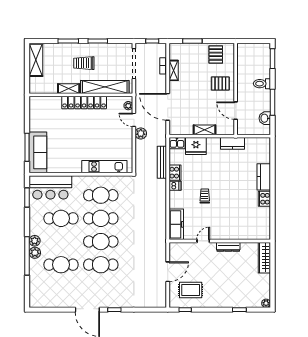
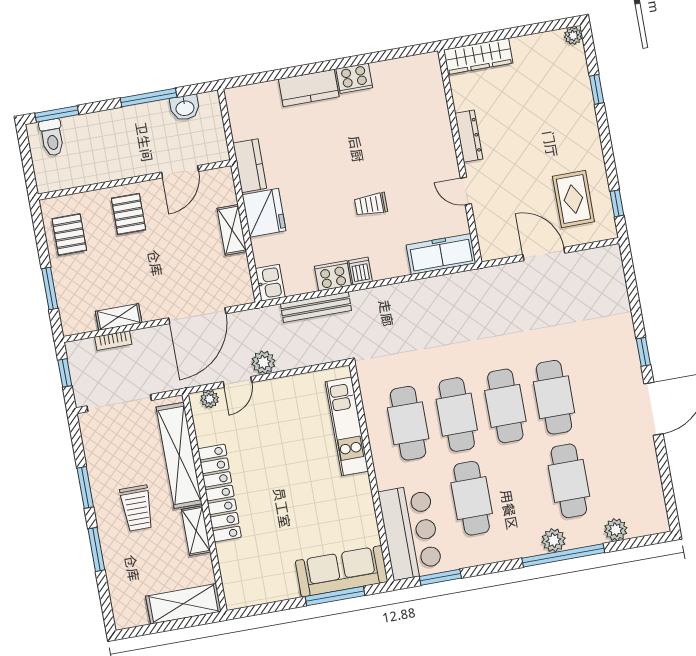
pallet: (216, 54) -> (69, 235), turned 90
shelving: (36, 60) -> (184, 604), moved
toilet: (262, 84) -> (52, 138), moved
fridge: (196, 146) -> (264, 213), moved
plant: (35, 241) -> (616, 530), moved

